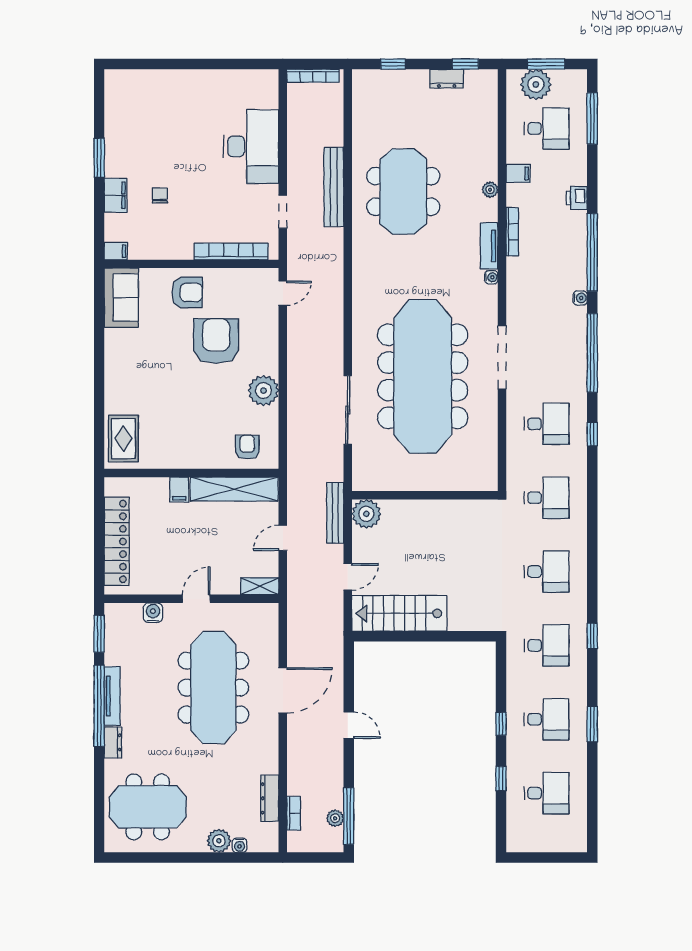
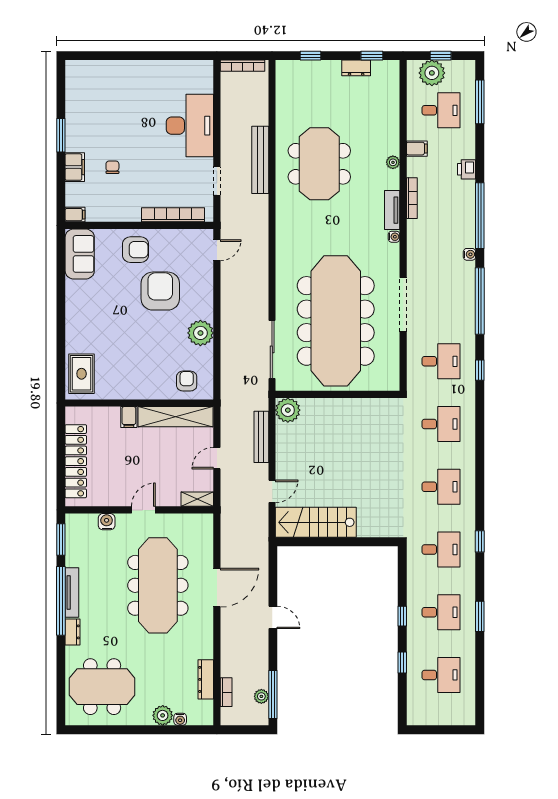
window: (546, 64) -> (441, 56), width x0.67
wall: (425, 495) -> (338, 394), moved
plant: (366, 514) -> (288, 410), moved

